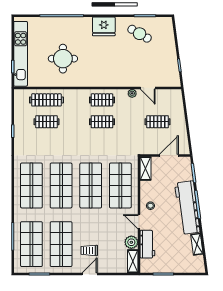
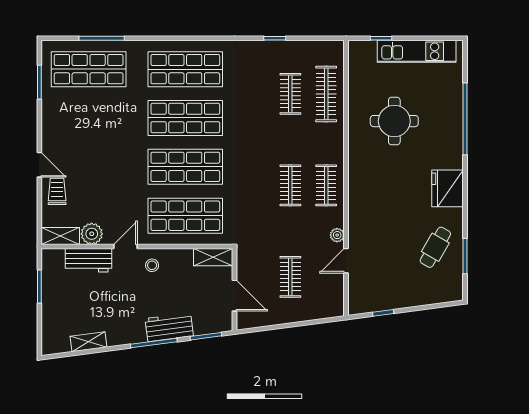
kitchen unit: (21, 54) -> (417, 51), width x0.73
workbench: (187, 208) -> (169, 327), width x0.53, depth x0.76
shop shelf: (61, 244) -> (89, 118), removed
trolley: (89, 250) -> (57, 191), moved

